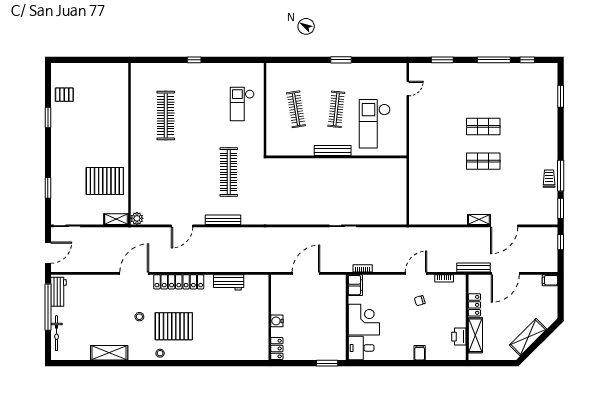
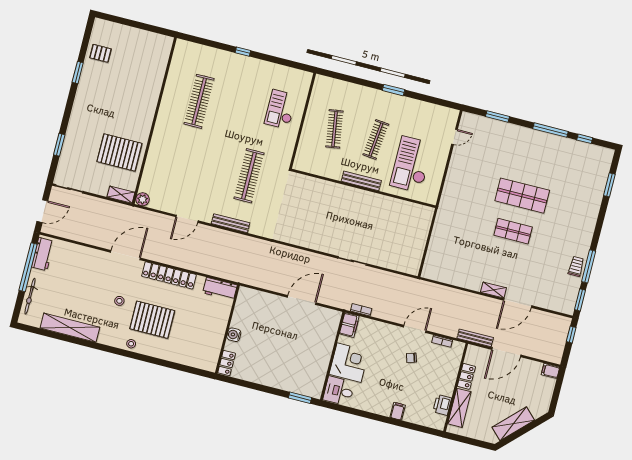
shop shelf: (483, 126) -> (522, 196), width x1.43, depth x1.36
wall: (270, 317) -> (227, 329), moved
water cooler: (277, 321) -> (234, 335), moved
locker: (277, 349) -> (227, 363), moved
shelving: (109, 353) -> (70, 328), width x1.47

